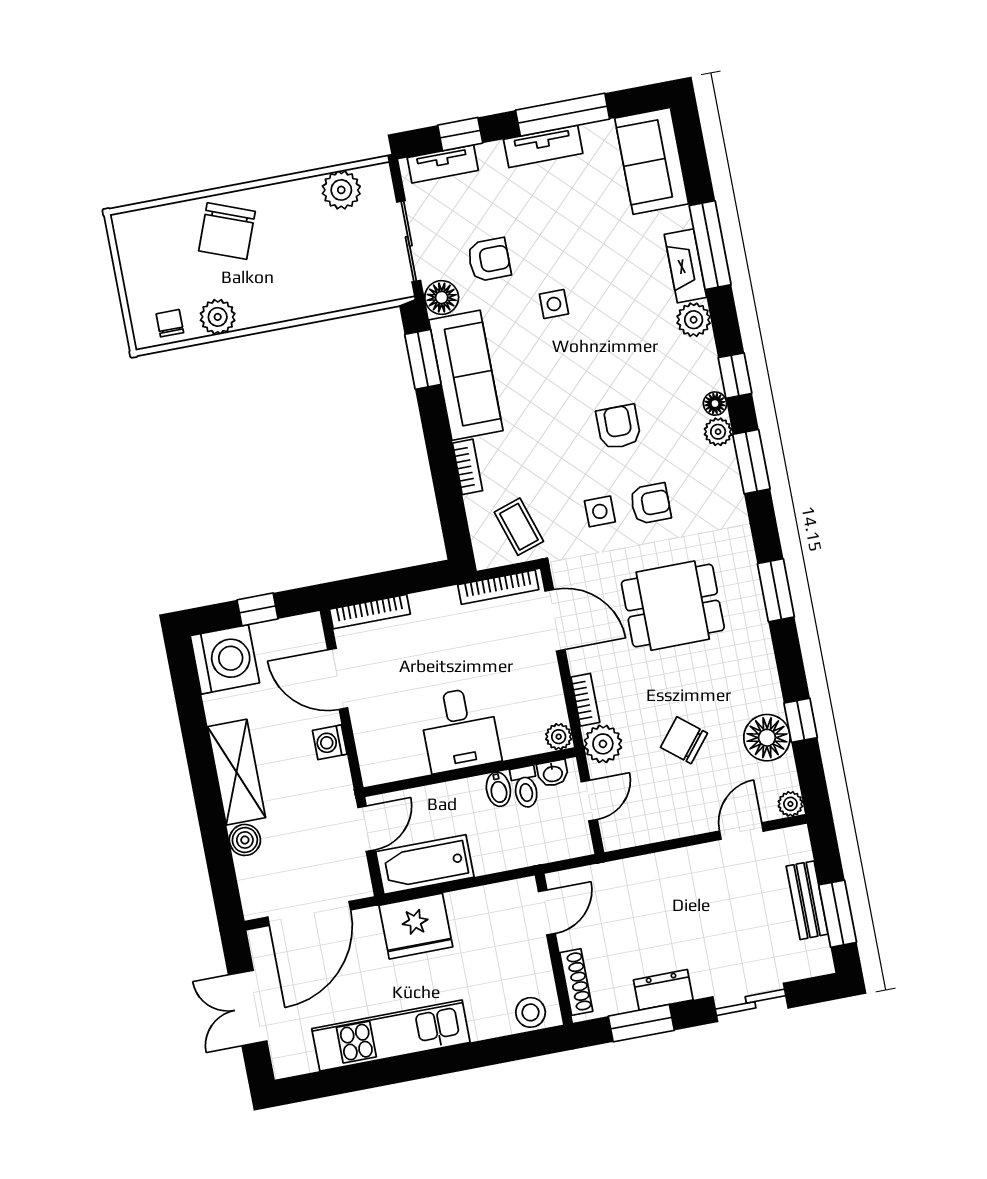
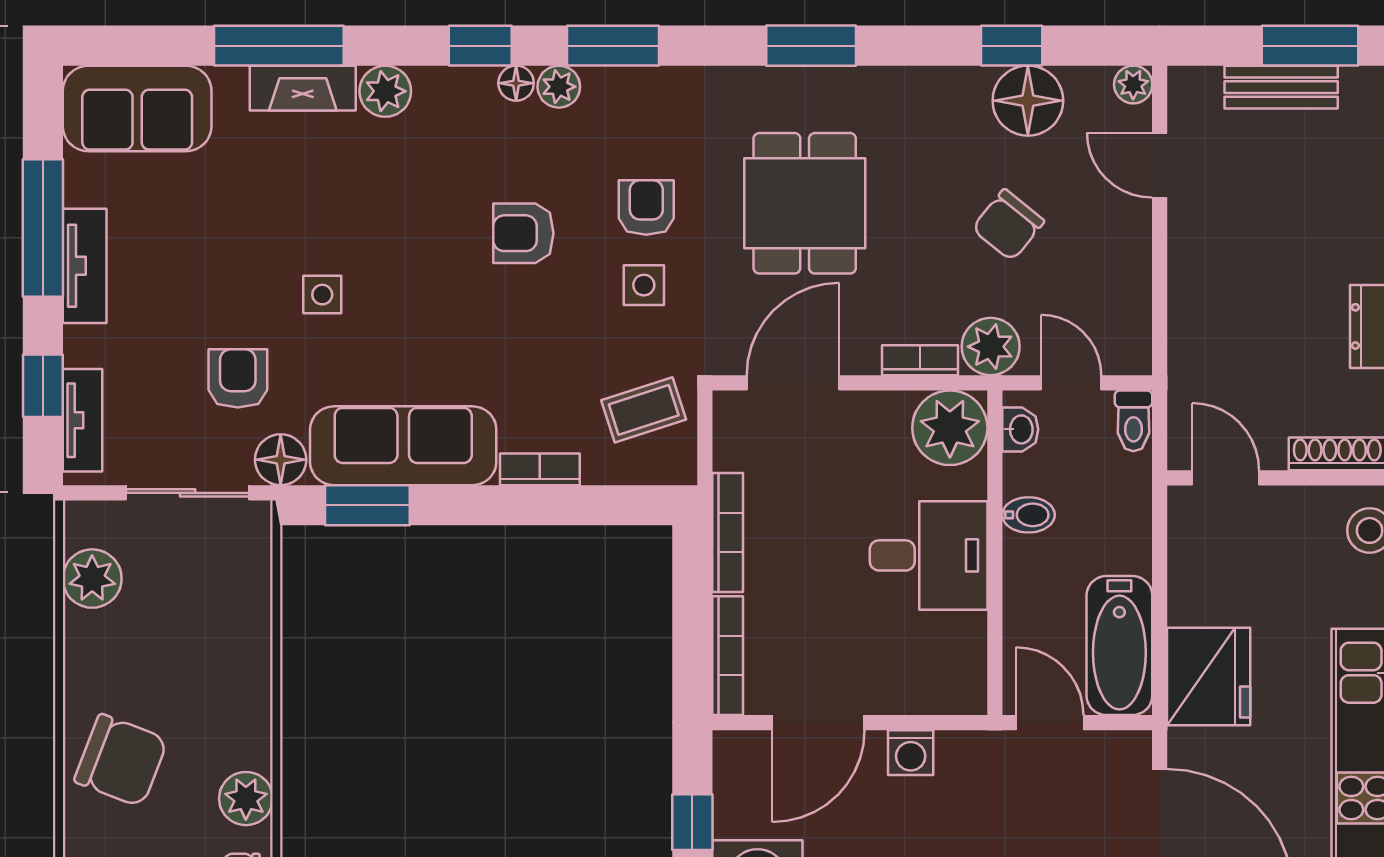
bookcase: (498, 587) -> (728, 532), moved
plant: (559, 737) -> (950, 428), width x1.88, depth x1.88
toilet: (525, 787) -> (1133, 421), moved, turned 90

